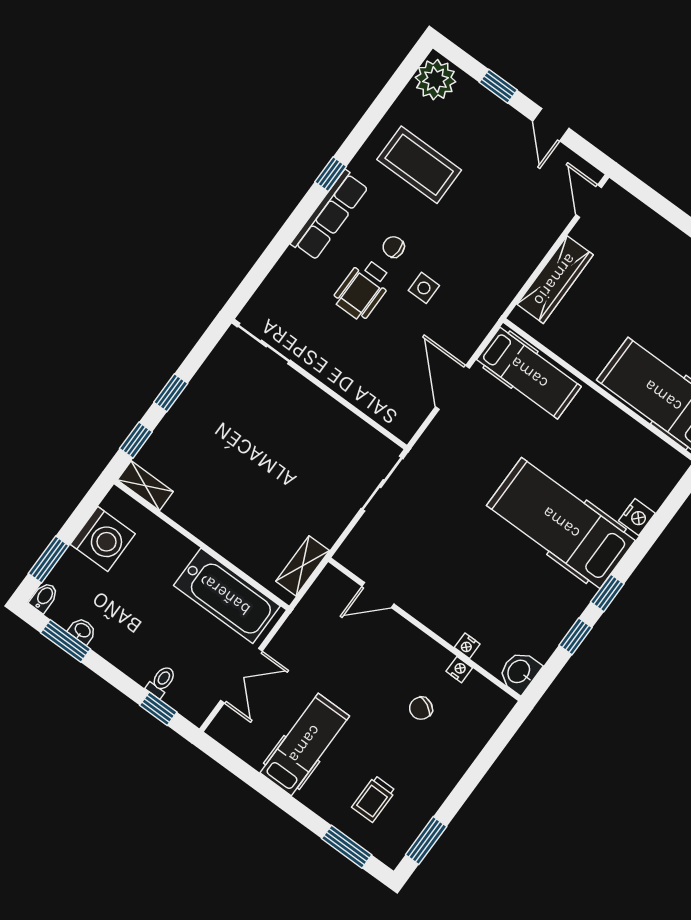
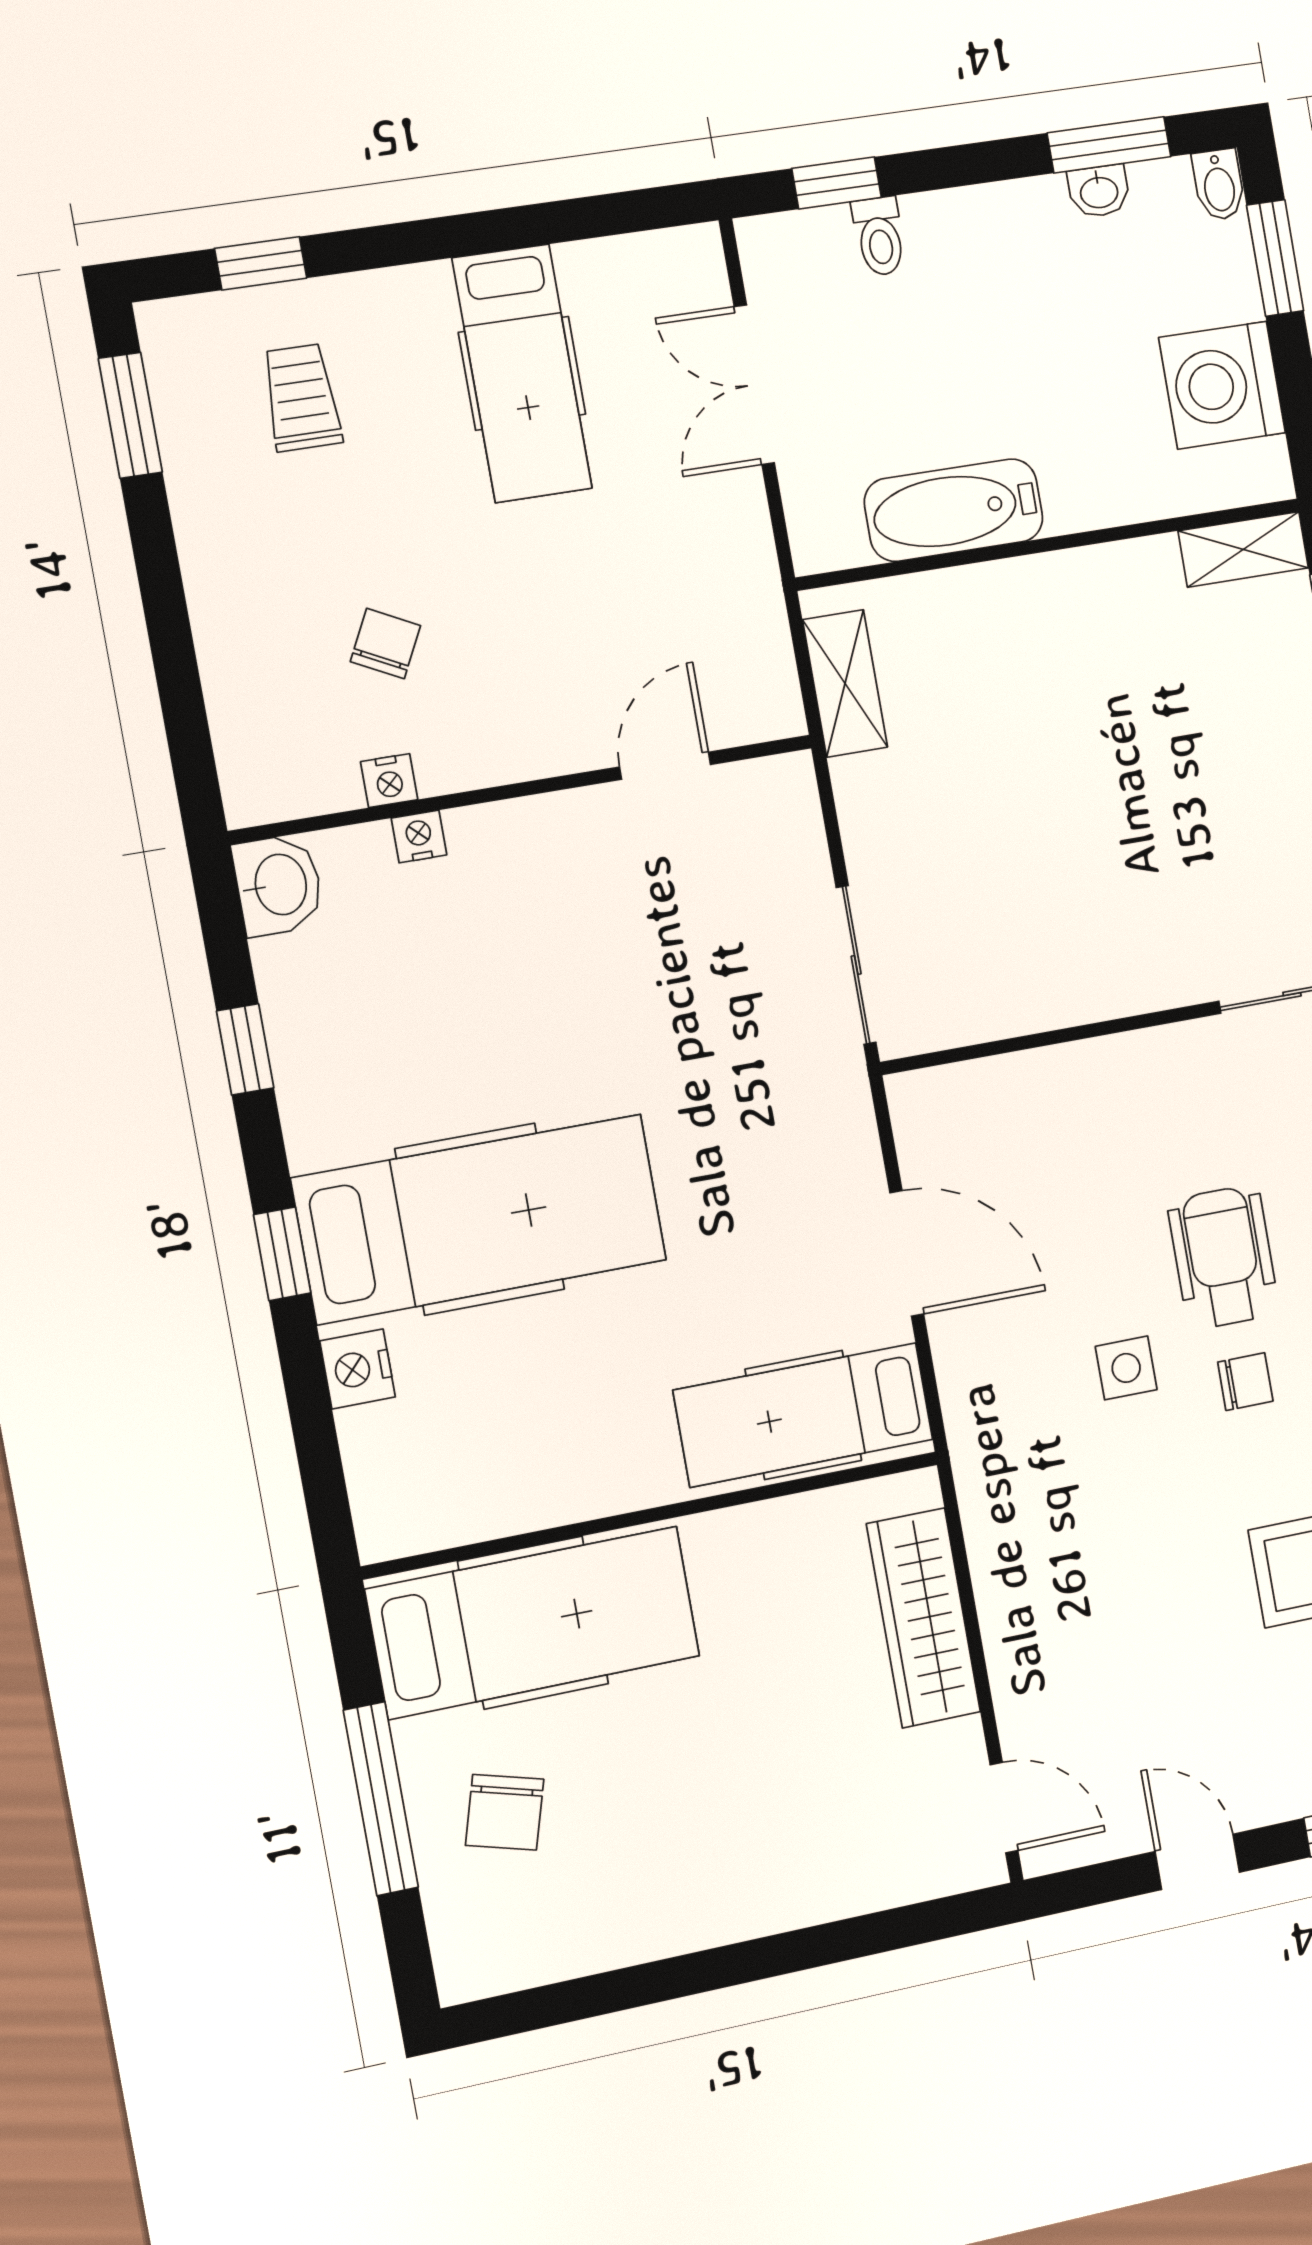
window: (607, 593) -> (282, 1254), moved
bathtub: (227, 596) -> (954, 510), width x0.73, depth x0.73
window: (347, 847) -> (261, 263), width x0.67

